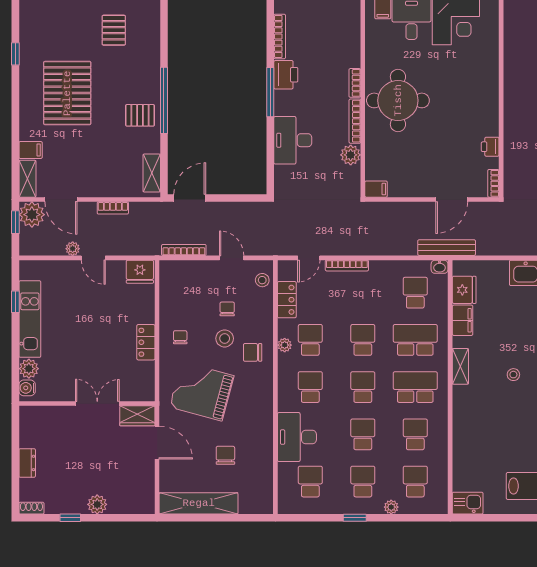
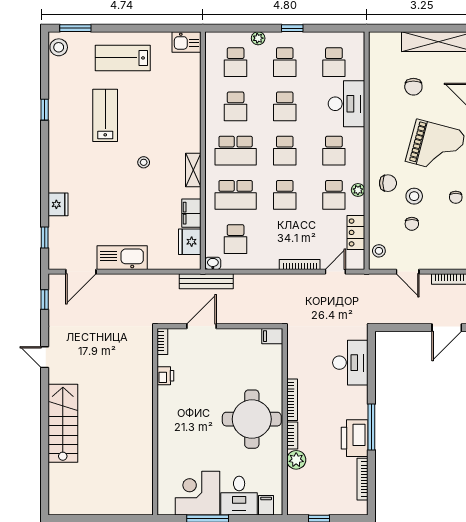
printer: (286, 75) -> (355, 438), width x1.37, depth x1.19
desk: (293, 140) -> (350, 363), moved
plant: (351, 155) -> (296, 460), moved

